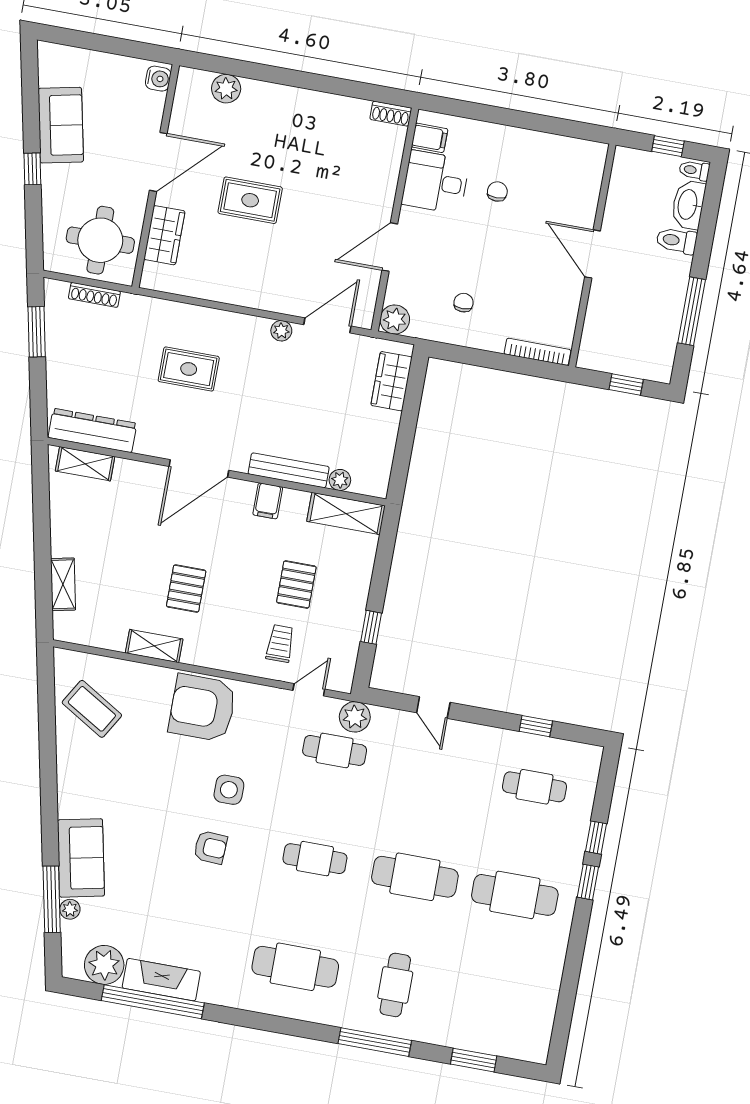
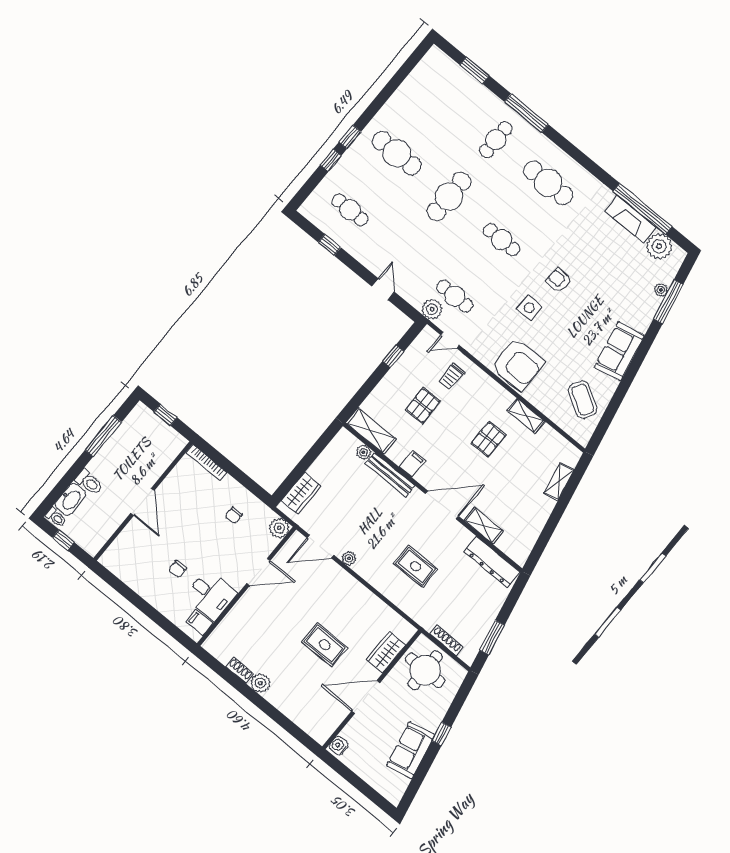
plant: (226, 89) -> (260, 683), moved
shoe rack: (391, 114) -> (240, 670), moved
shelving: (85, 464) -> (484, 526), moved
sofa: (81, 858) -> (619, 351), moved
cafe table: (415, 877) -> (449, 196), turned 90

